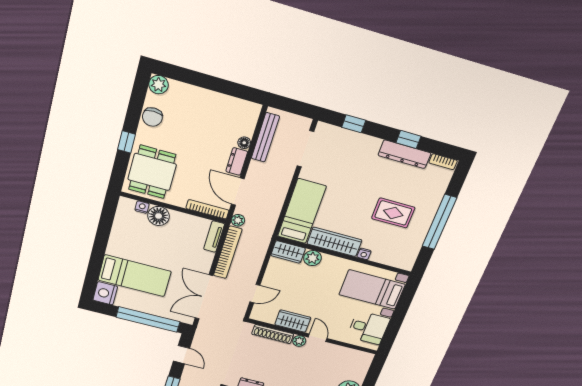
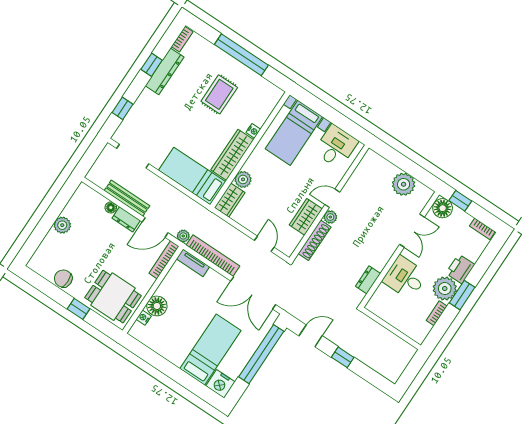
plant: (158, 85) -> (62, 225), moved
chair: (152, 117) -> (63, 279), turned 180
bench: (265, 137) -> (127, 198), moved

